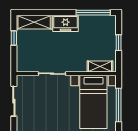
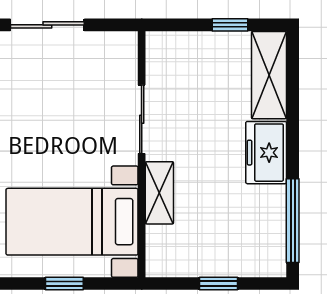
shelving: (100, 66) -> (159, 193), moved
sliding door: (14, 101) -> (47, 25), moved
window: (119, 105) -> (64, 284), width x0.46

